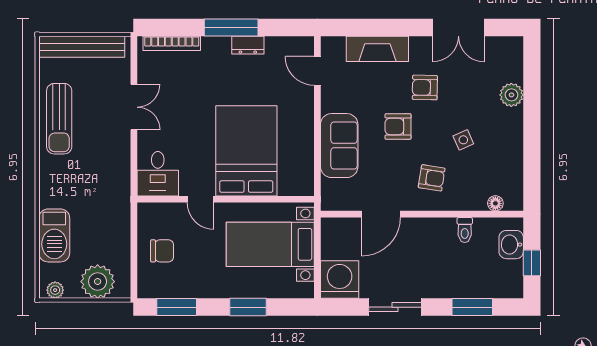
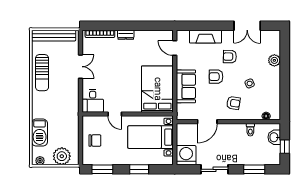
window: (231, 27) -> (130, 26), removed
dresser: (248, 45) -> (126, 35), moved
bed: (246, 151) -> (157, 89), moved

